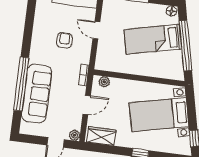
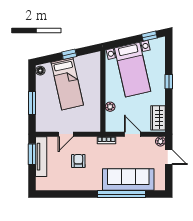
armchair: (64, 40) -> (78, 161), turned 90
window: (185, 46) -> (69, 54), width x0.32
plant: (104, 82) -> (110, 107), moved

